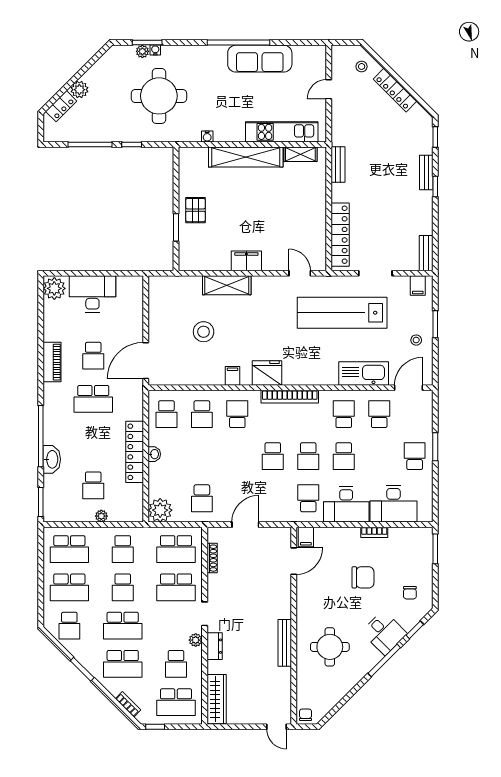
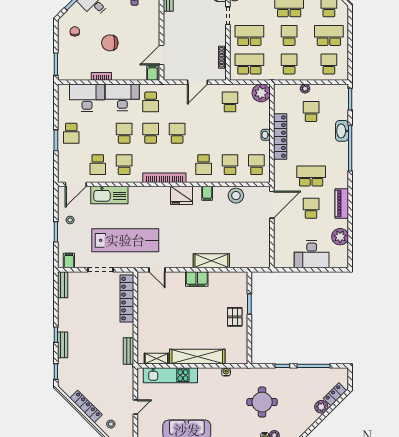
round table: (159, 96) -> (262, 402), width x0.73, depth x0.73
plant: (54, 288) -> (340, 237), moved
stool: (204, 332) -> (236, 196), moved
school desk: (344, 414) -> (124, 165), turned 180
school desk: (69, 549) -> (329, 64), width x0.54

